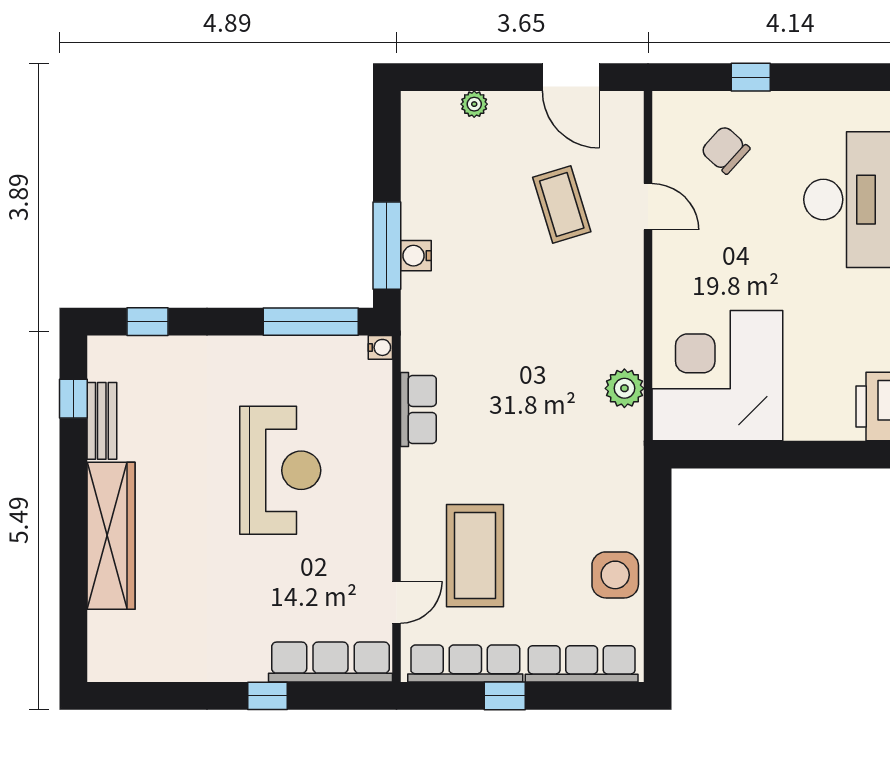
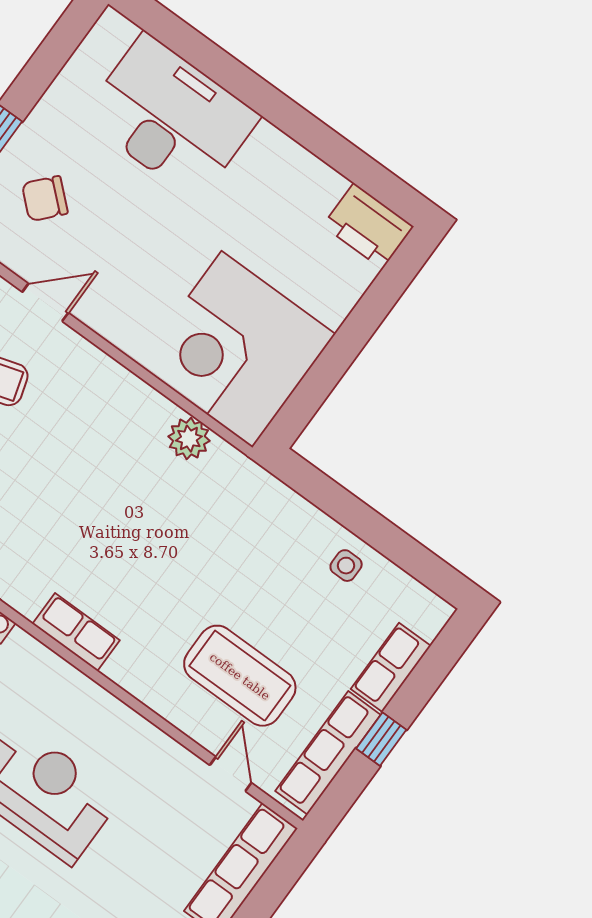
side table: (615, 575) -> (346, 566), width x0.54, depth x0.54
row of seats: (582, 664) -> (391, 667), width x0.68

